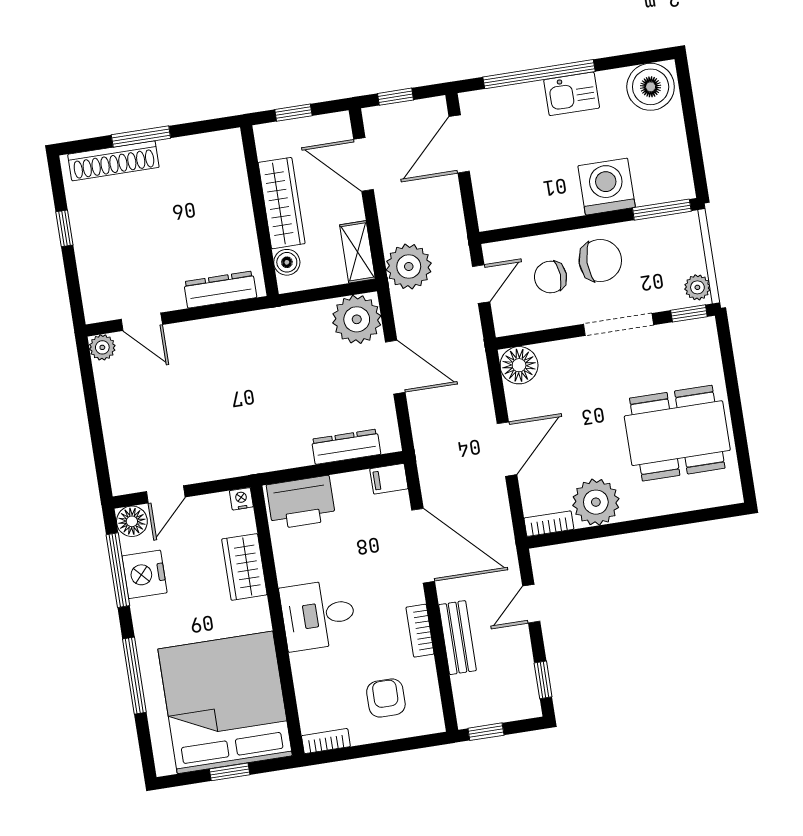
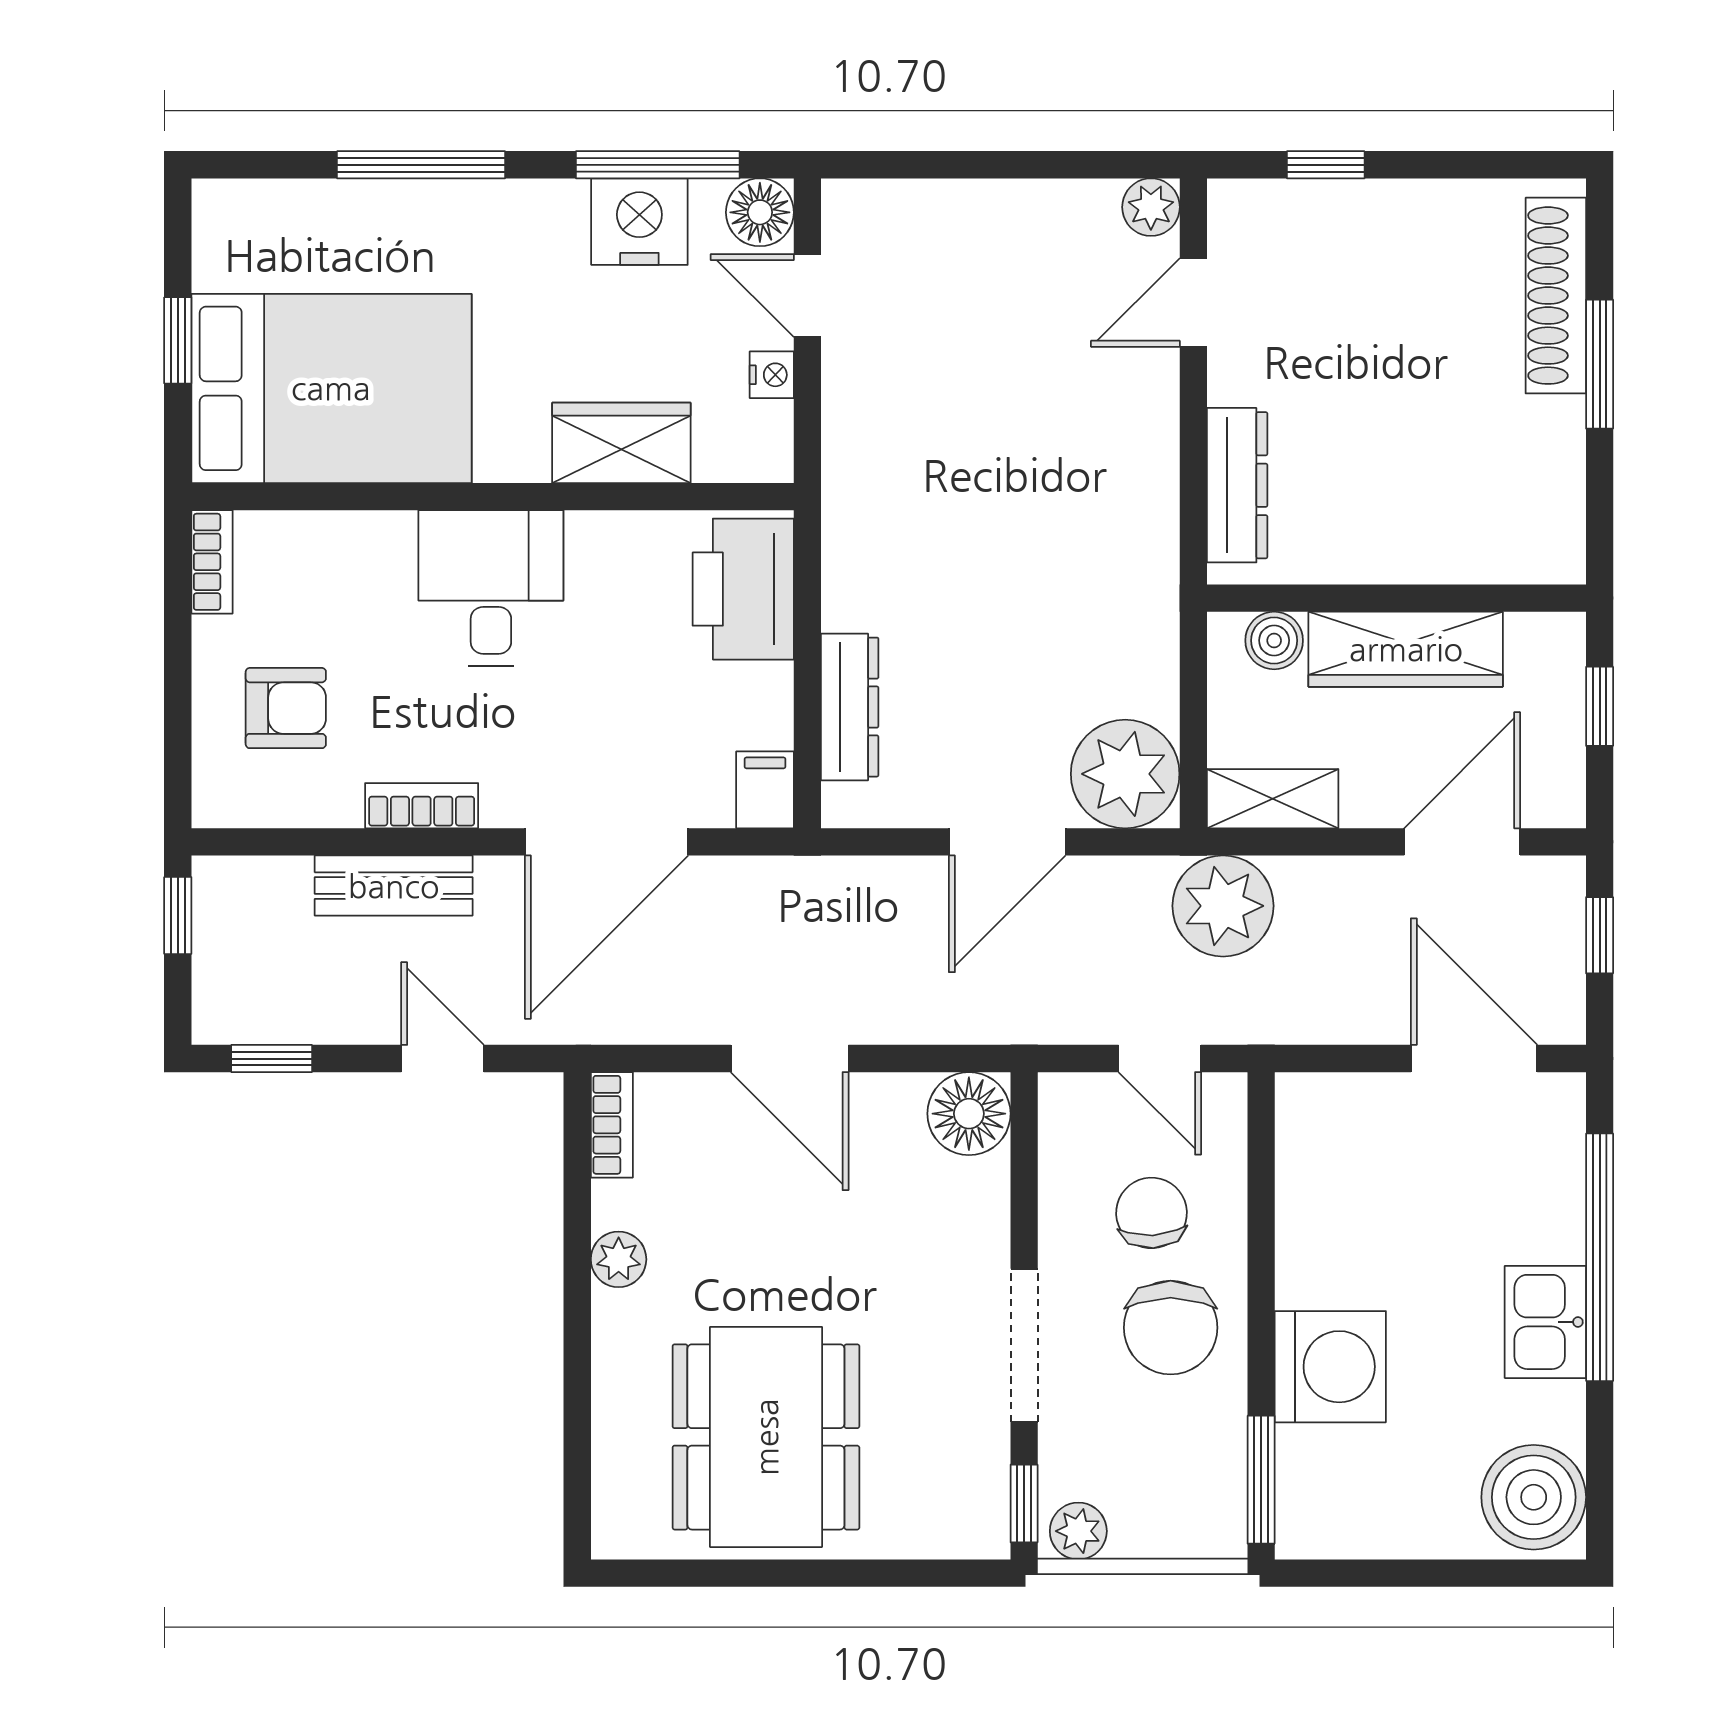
window: (64, 228) -> (1326, 165), moved
nightstand: (241, 499) -> (772, 375), moved
plant: (596, 502) -> (619, 1259), width x0.53, depth x0.53
bed: (225, 702) -> (331, 388), width x0.73

